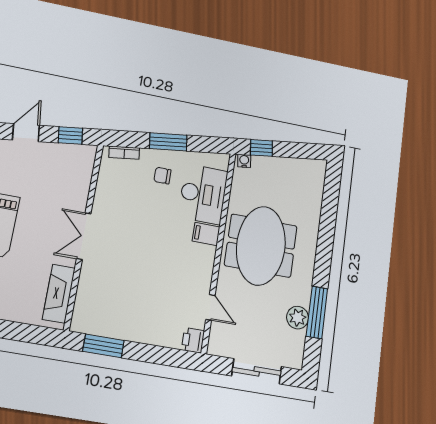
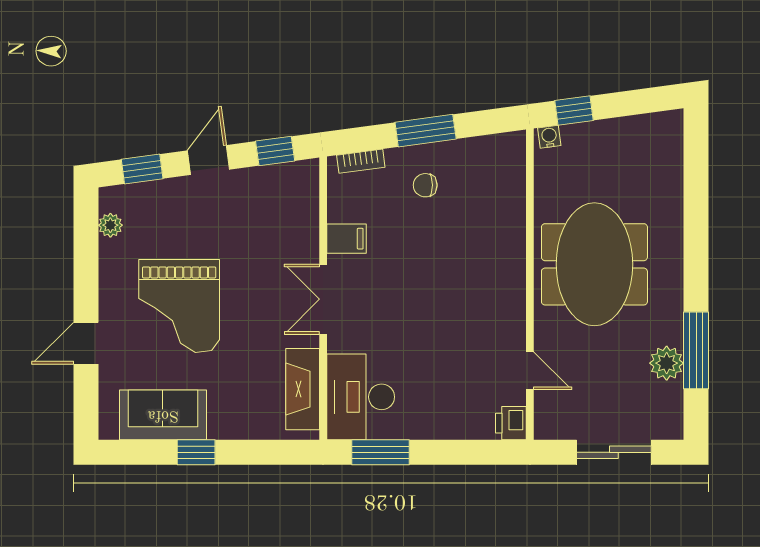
desk: (203, 194) -> (361, 397), moved, turned 180
filing cabinet: (206, 234) -> (346, 239), moved, turned 180

